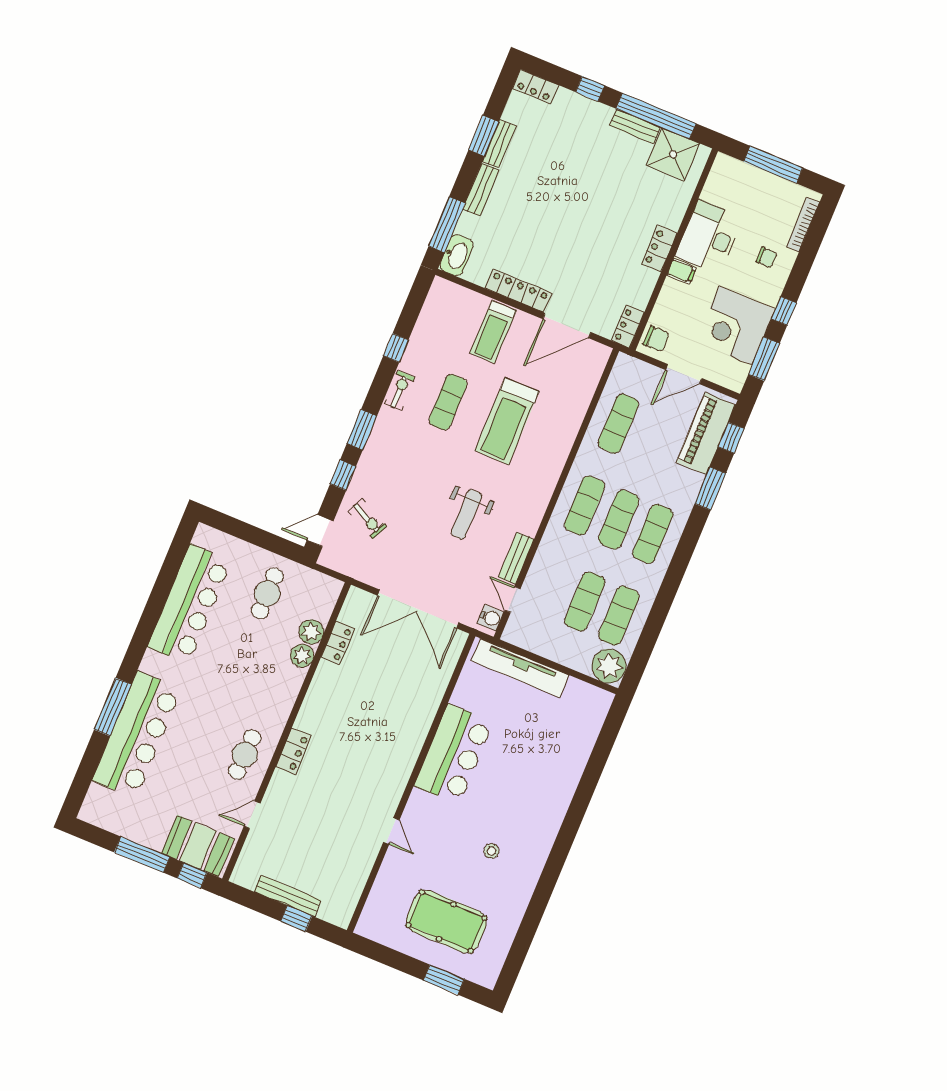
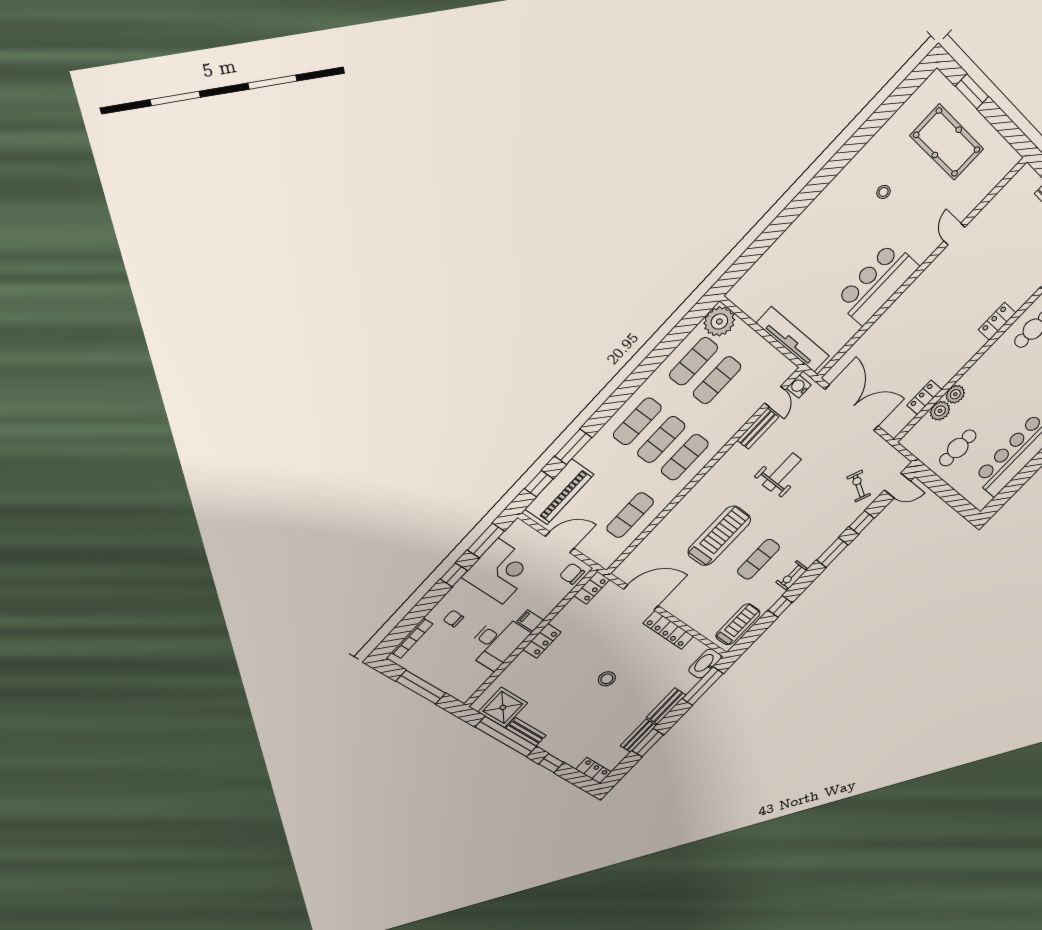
stool: (566, 213) -> (607, 679), added
treadmill: (493, 332) -> (738, 624), moved

